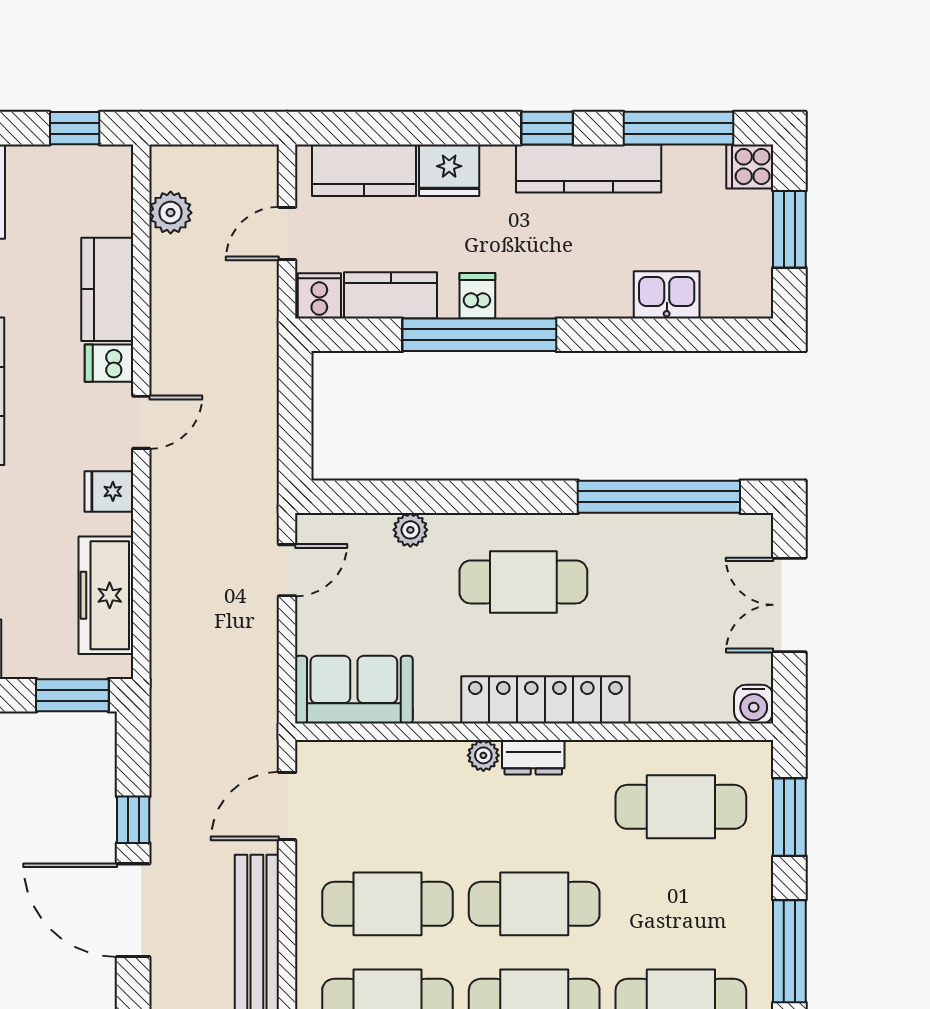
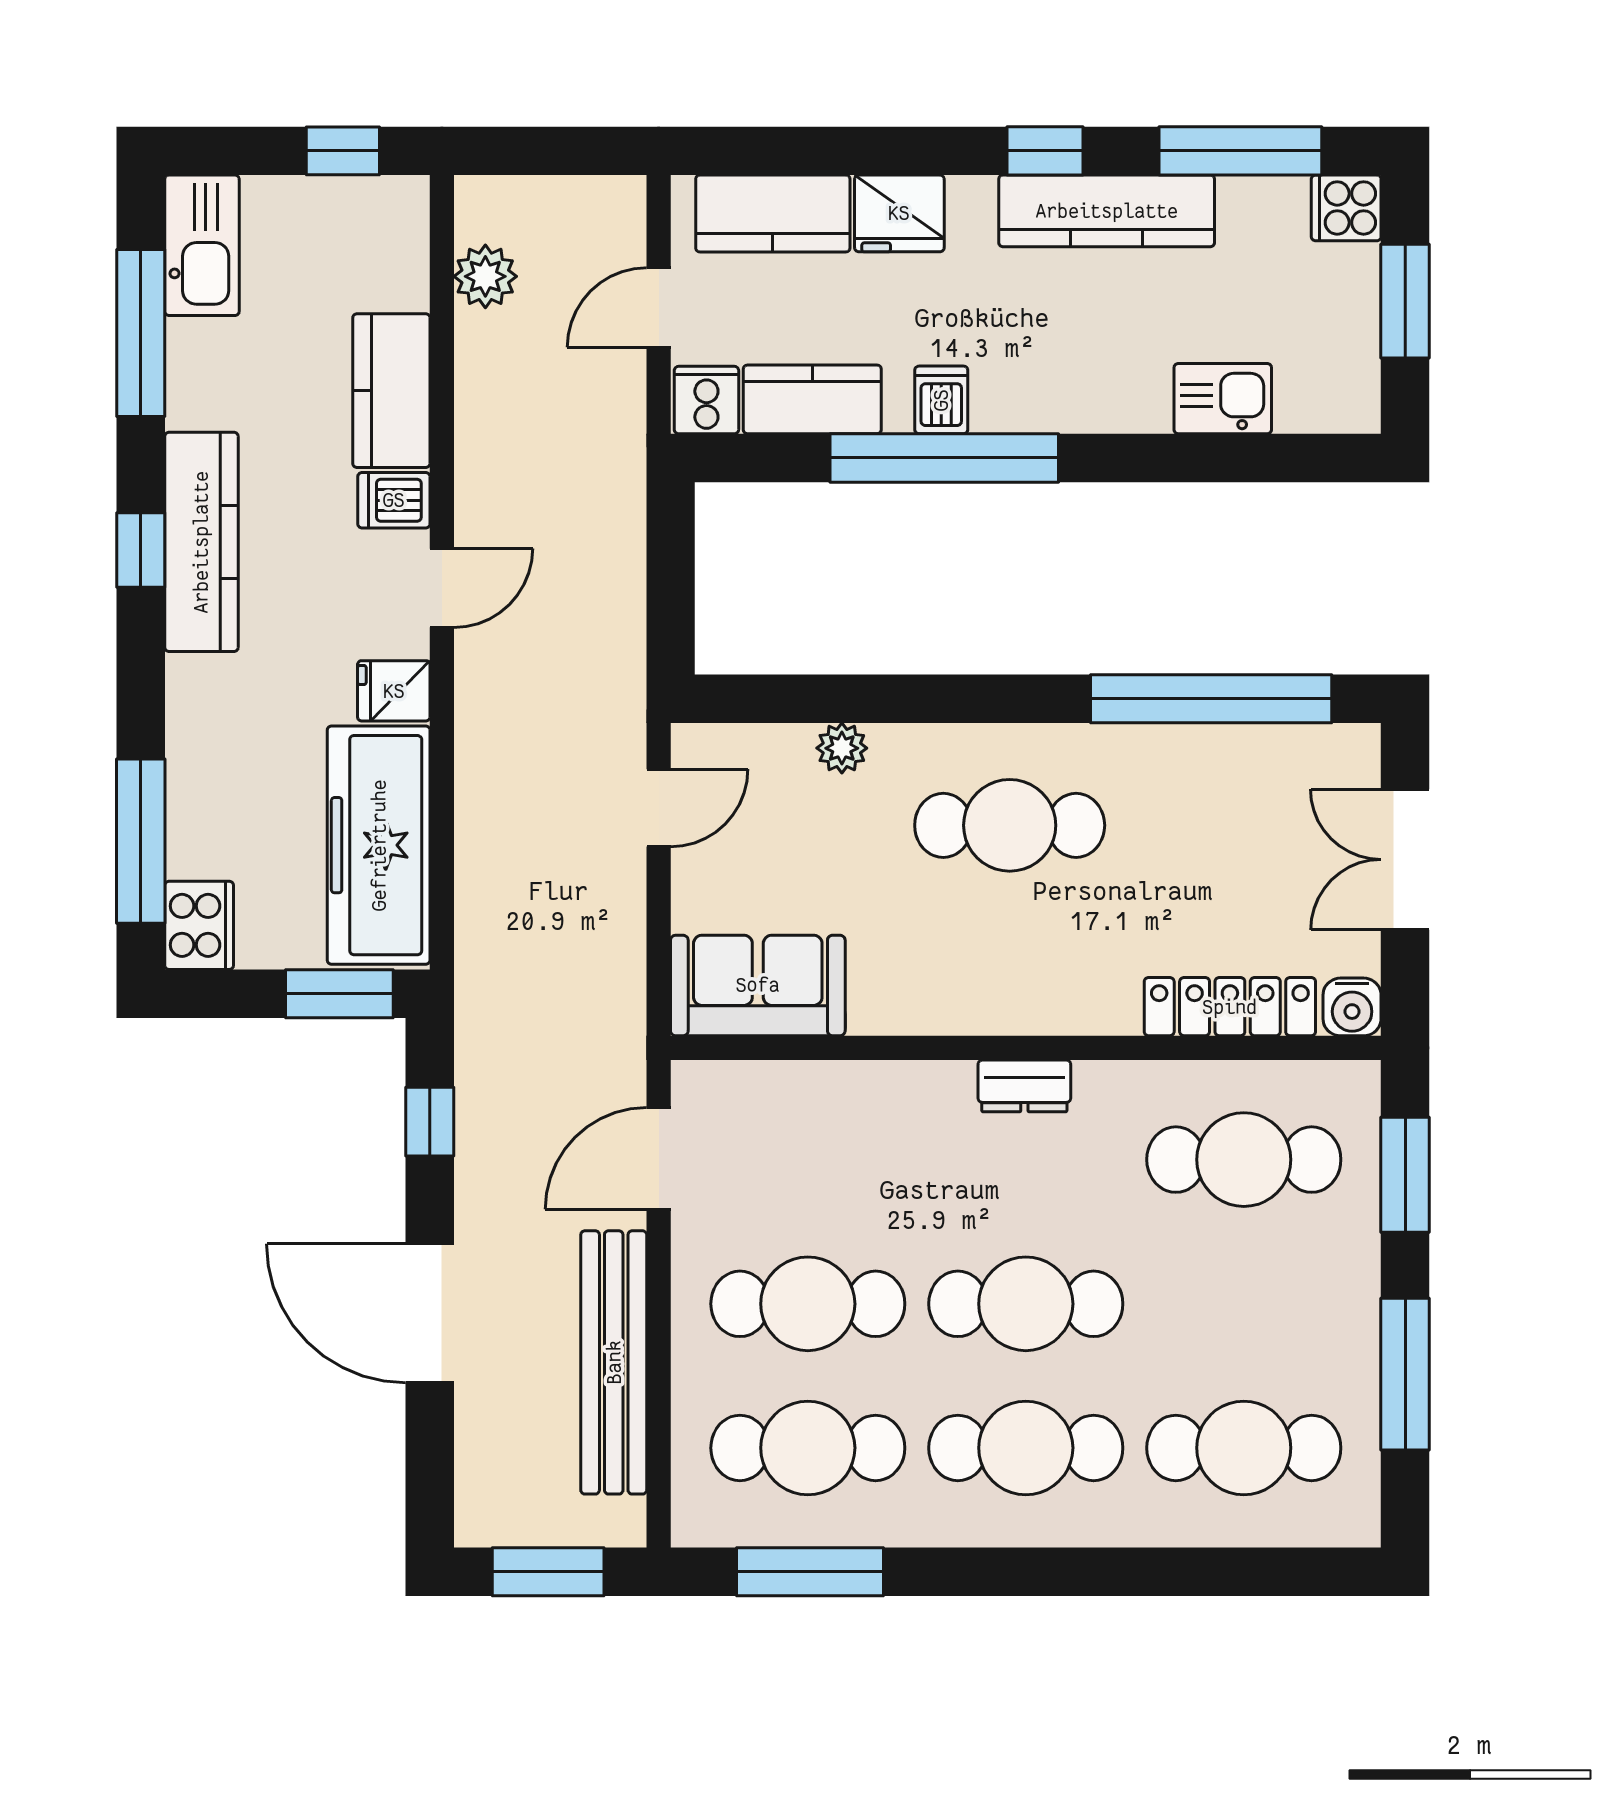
freezer: (106, 595) -> (379, 845), width x1.36, depth x1.26
locker: (545, 700) -> (1230, 1007), moved, width x0.71, depth x0.83
plant: (483, 755) -> (950, 1083), removed
window: (133, 820) -> (430, 1122), moved

